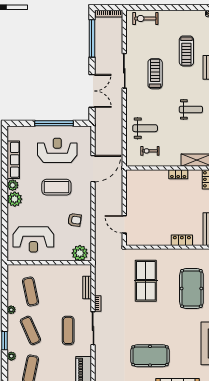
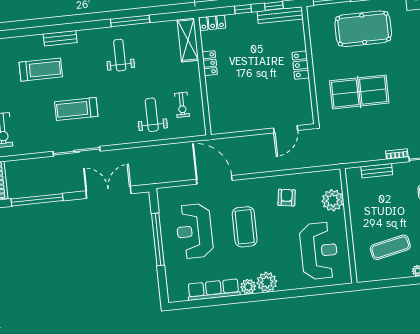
locker: (182, 240) -> (301, 65), moved
plant: (80, 253) -> (333, 200), moved

